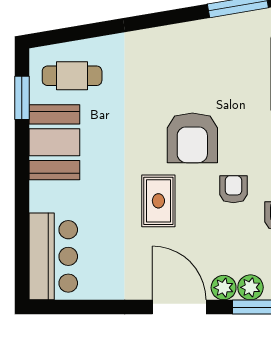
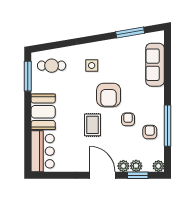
side table: (157, 76) -> (92, 65), added
window: (22, 98) -> (28, 76), width x1.44
booth: (54, 142) -> (43, 112), moved

